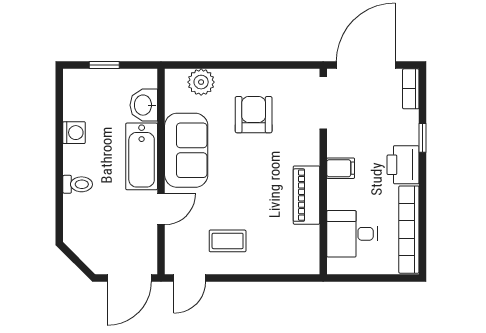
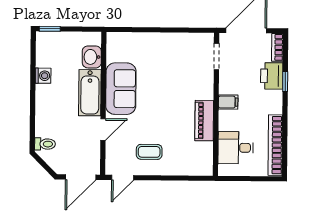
window: (104, 65) -> (50, 29), moved
plant: (201, 82) -> (132, 41), removed
doorway: (323, 103) -> (216, 57), width x0.73
armchair: (254, 115) -> (168, 64), removed
printer: (403, 165) -> (272, 76), moved
toilet: (78, 184) -> (45, 144), moved

